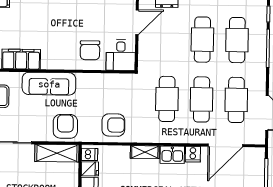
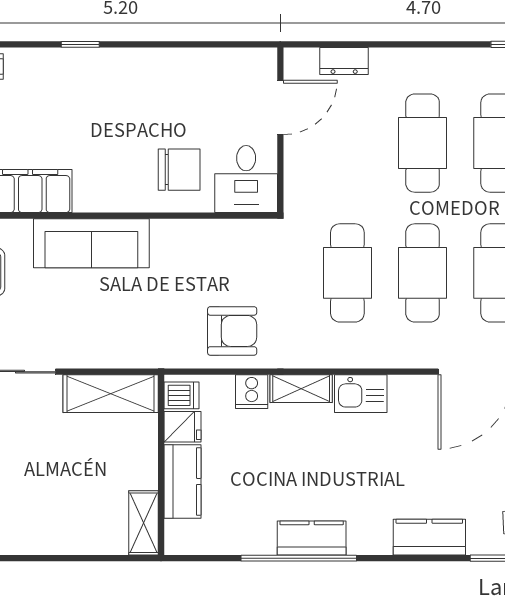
chair: (90, 50) -> (179, 170), turned -90
armchair: (65, 126) -> (128, 335), removed
cooker: (193, 154) -> (252, 392), moved

